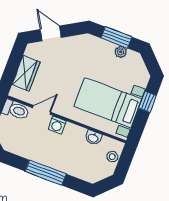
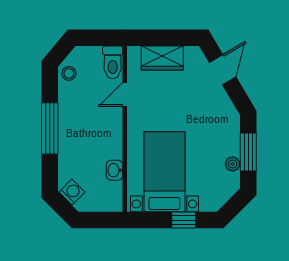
door: (42, 110) -> (125, 94), swing flipped
washing machine: (57, 125) -> (72, 192), moved, turned 135
stool: (112, 157) -> (69, 73), moved

